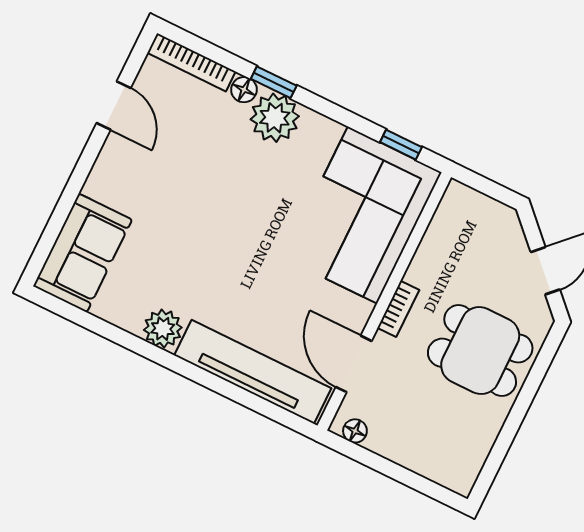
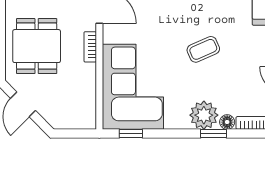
coffee table: (226, 220) -> (203, 49), added
dining table: (480, 351) -> (37, 46), turned 90

